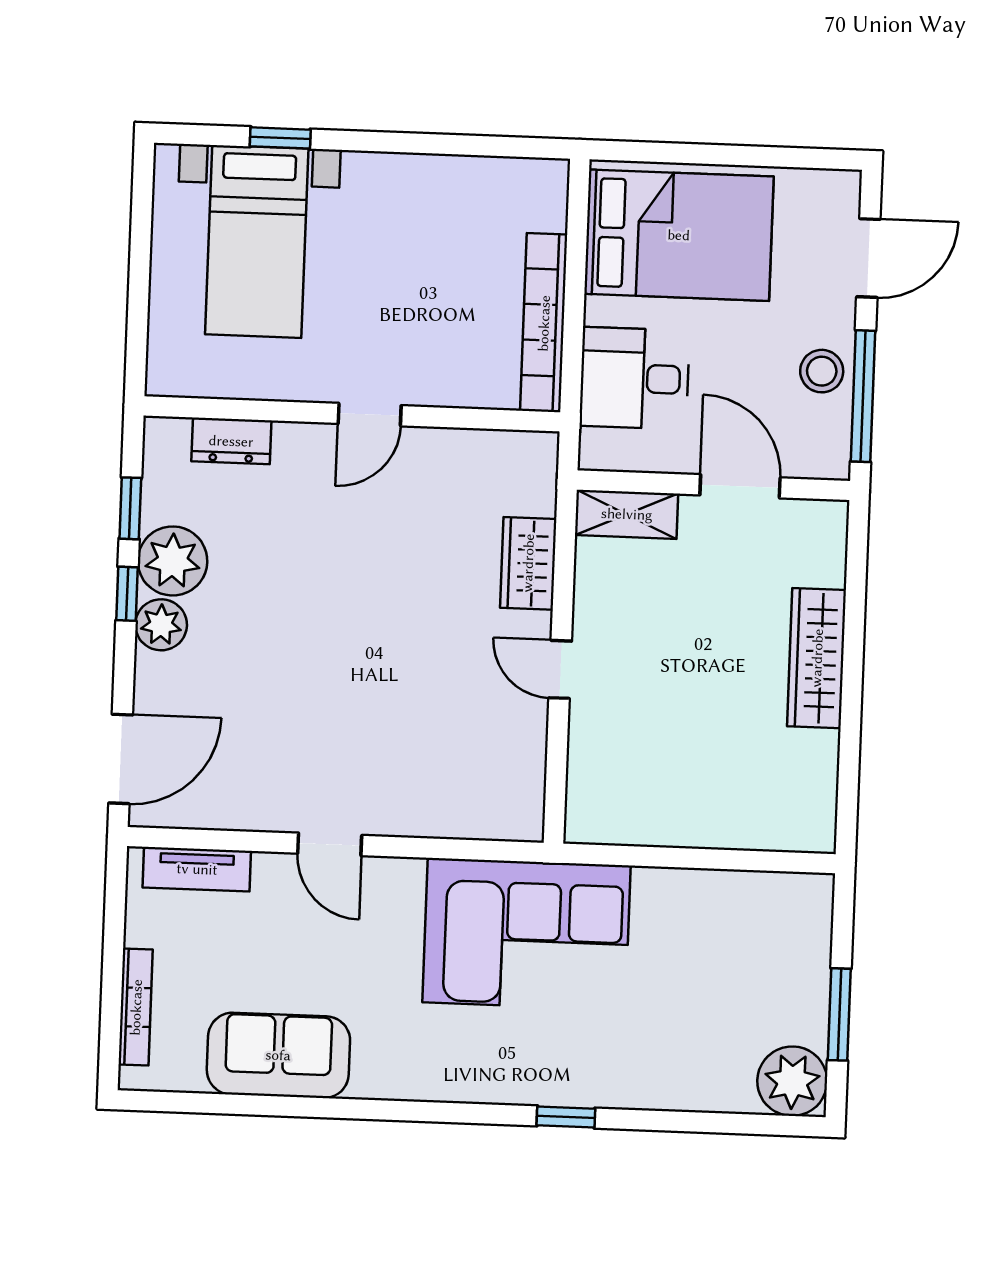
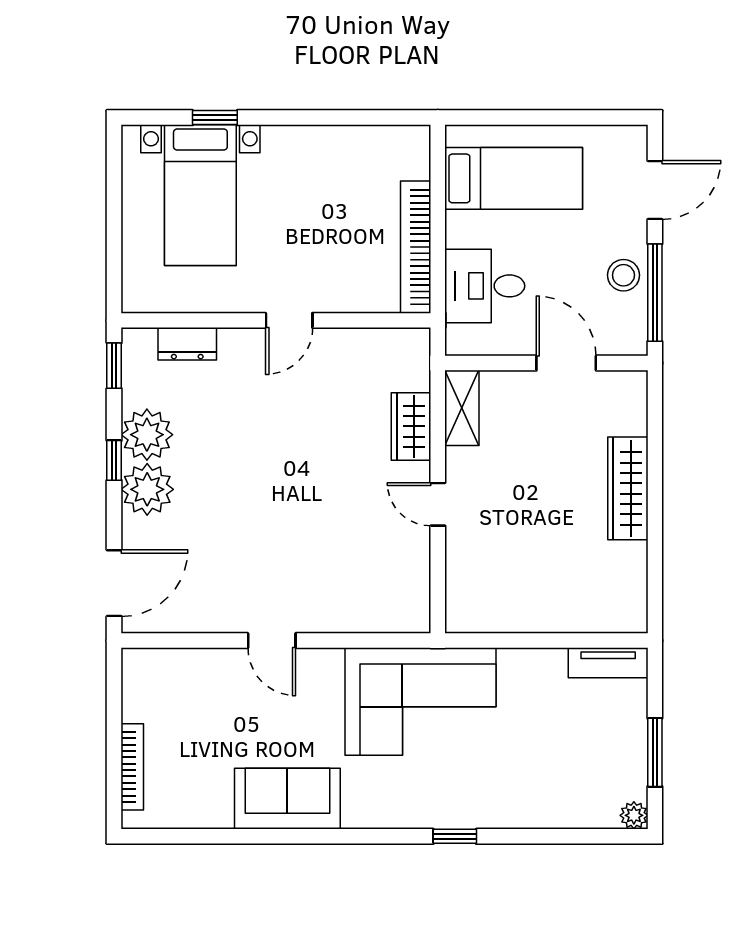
bed: (679, 235) -> (514, 178), width x0.67
window: (130, 508) -> (114, 366), moved
shelving: (627, 514) -> (462, 408), moved, turned 90
plant: (161, 625) -> (147, 489), width x1.36, depth x1.36
tv unit: (197, 869) -> (608, 663), moved
sofa: (278, 1055) -> (287, 799), moved
plant: (792, 1081) -> (634, 815), width x0.53, depth x0.53

